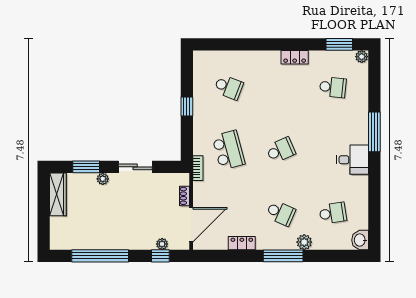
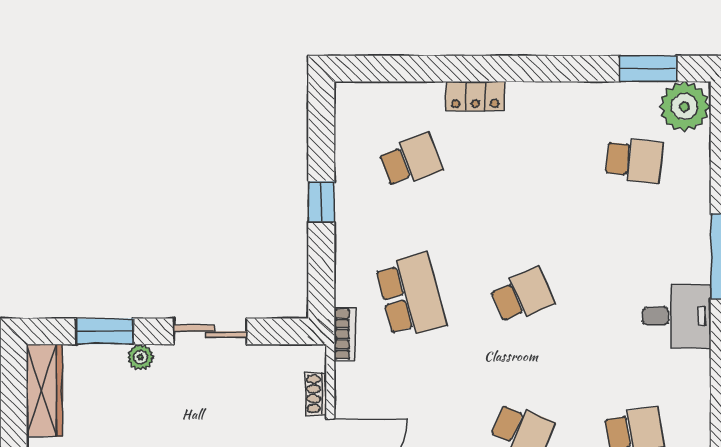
locker: (295, 57) -> (475, 96), moved
plant: (362, 57) -> (684, 107), width x1.87, depth x1.87
school desk: (229, 87) -> (411, 160), turned -42

